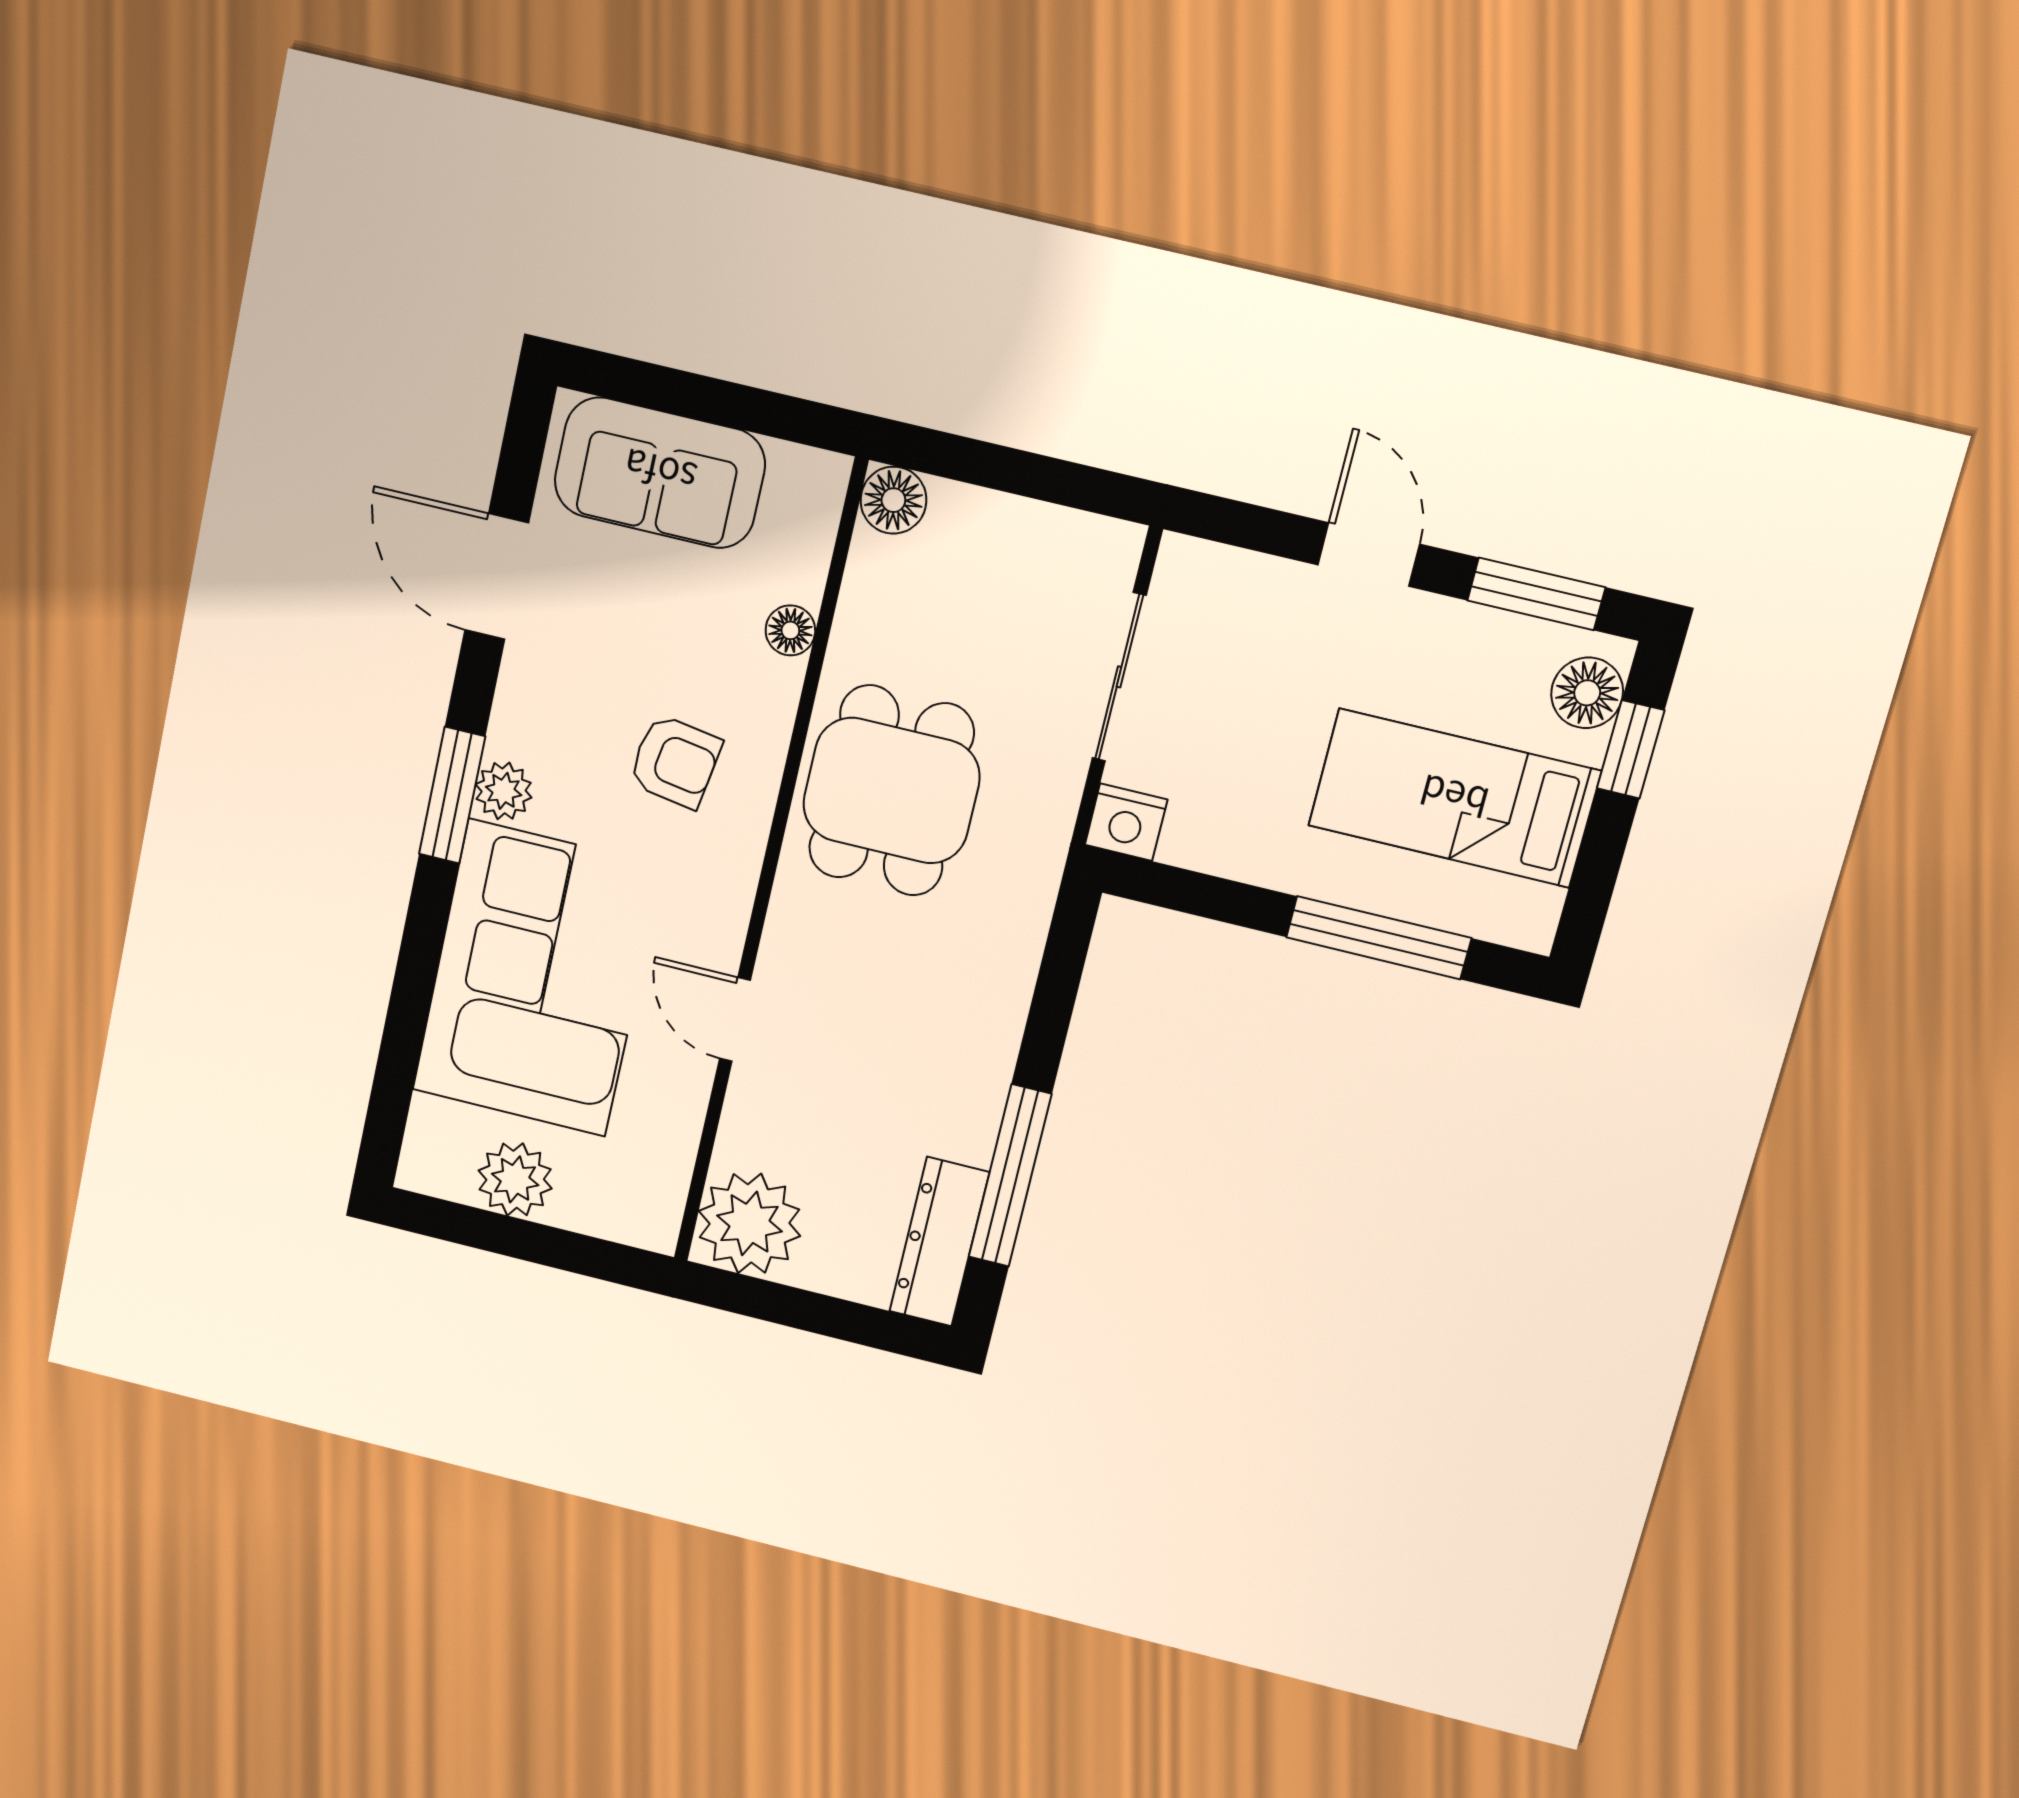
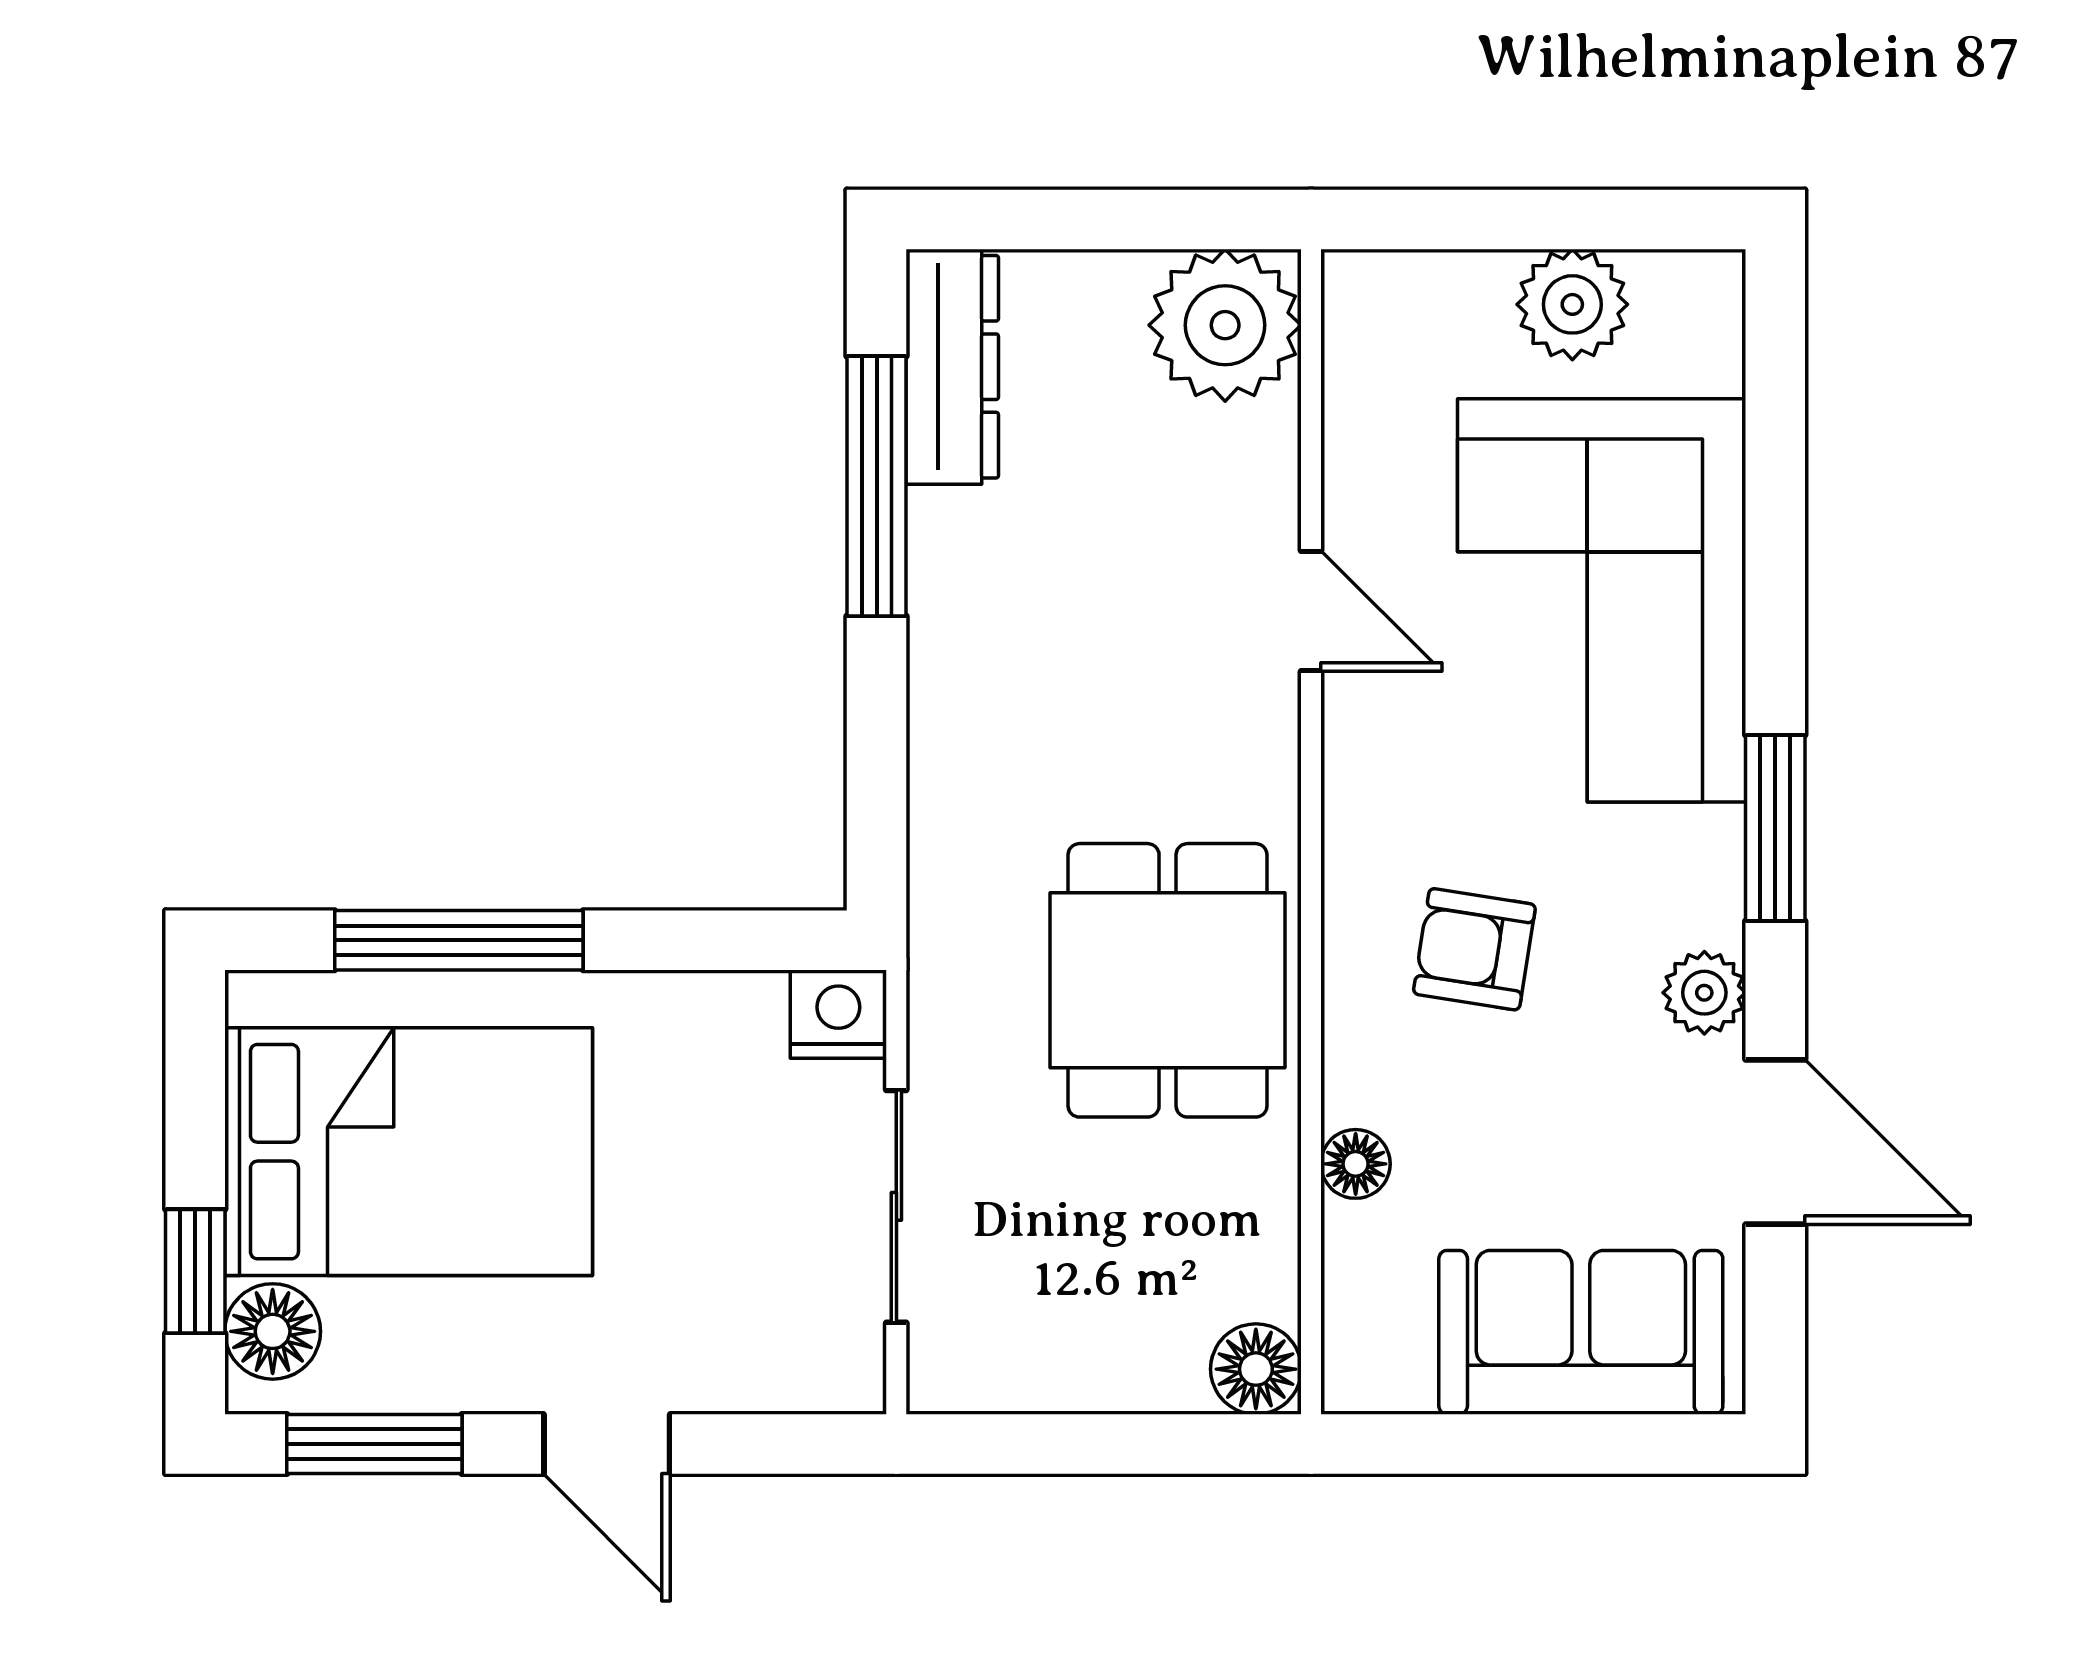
plant: (504, 791) -> (1704, 993), moved
bed: (1454, 798) -> (409, 1152), width x1.50

